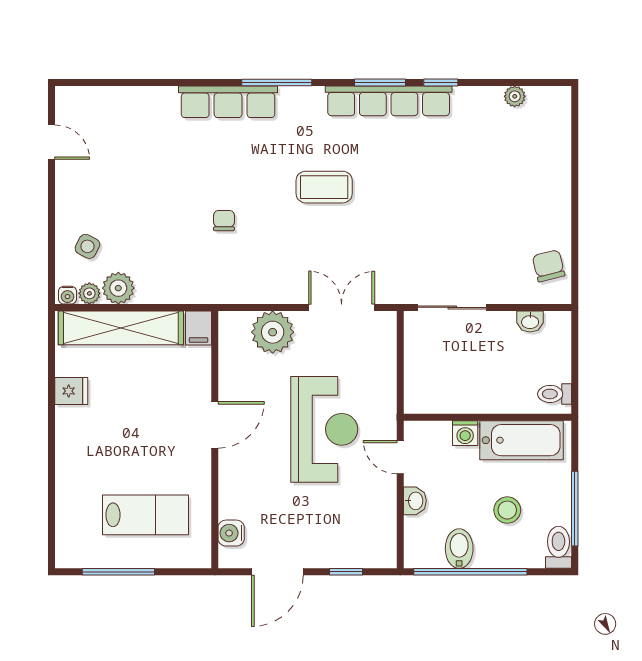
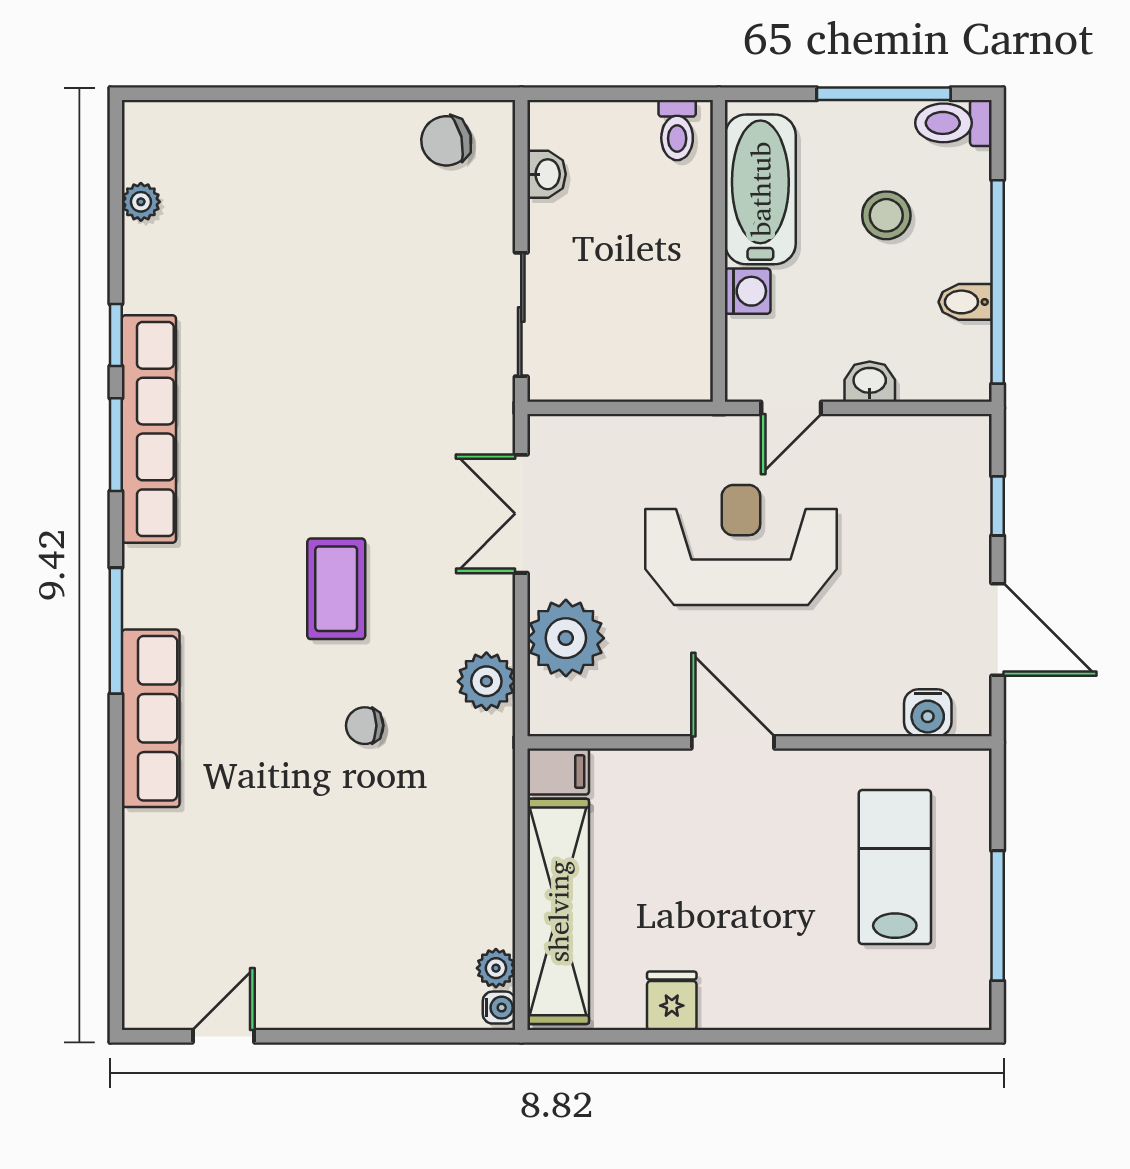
coffee table: (324, 187) -> (336, 589), moved
side table: (87, 246) -> (411, 972), removed
plant: (118, 288) -> (486, 681), moved
bidet: (459, 549) -> (965, 302), width x0.72, depth x0.74

